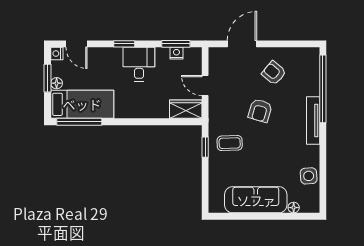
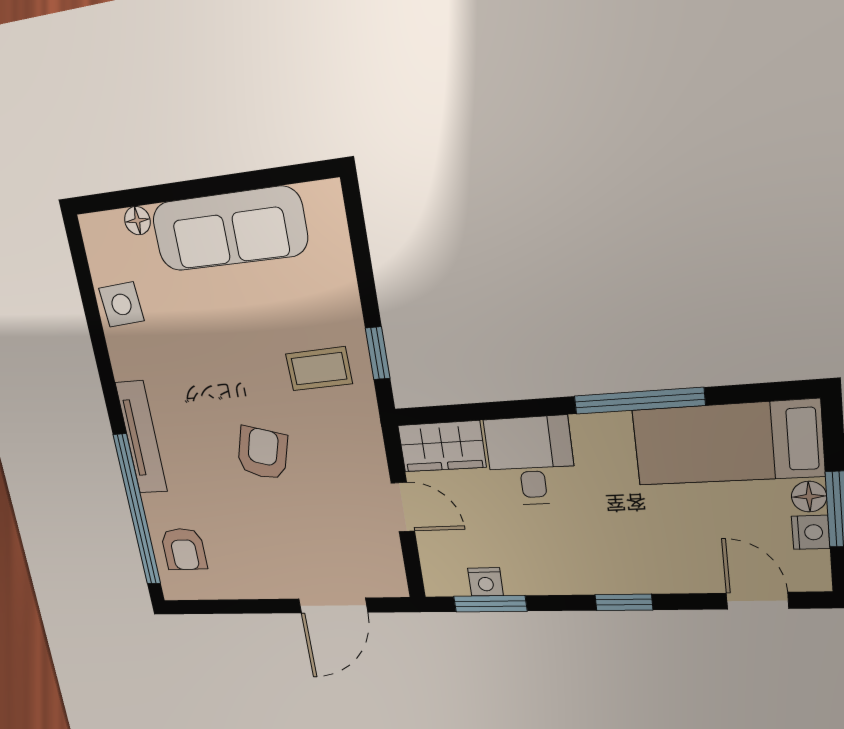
nightstand: (57, 53) -> (811, 532), moved
desk: (139, 64) -> (531, 461), moved, turned 180
armchair: (274, 73) -> (184, 549), moved, turned 50
window: (79, 122) -> (639, 401), moved

